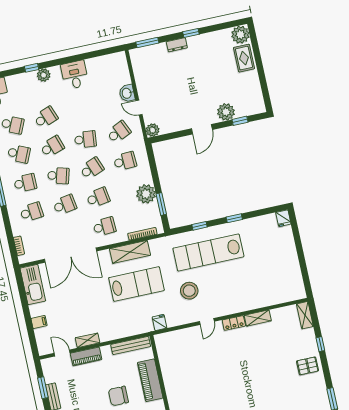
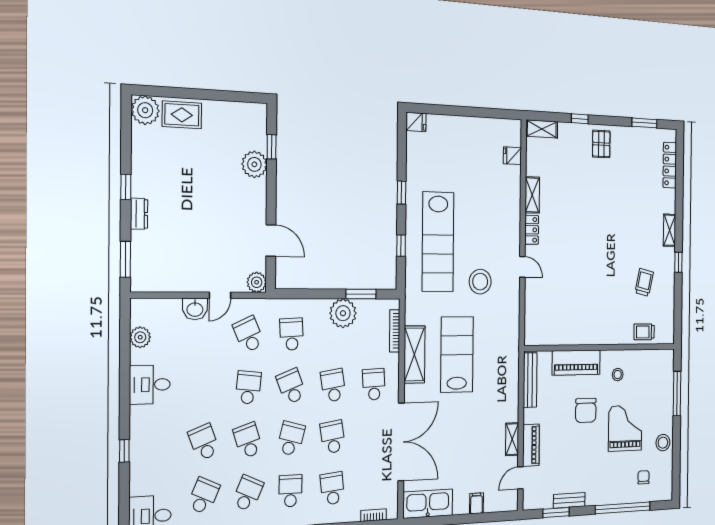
plant: (44, 75) -> (140, 337), moved
door: (202, 129) -> (271, 240), moved
fridge: (160, 323) -> (512, 156), moved

